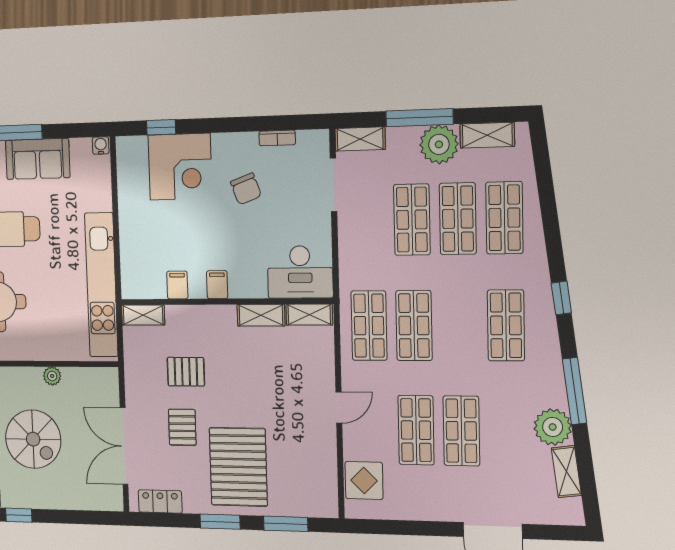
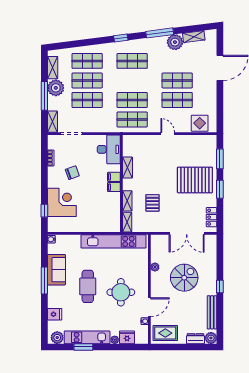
filing cabinet: (177, 285) -> (114, 177), moved
shelving: (309, 315) -> (127, 201), moved
pallet: (182, 427) -> (178, 205), removed

